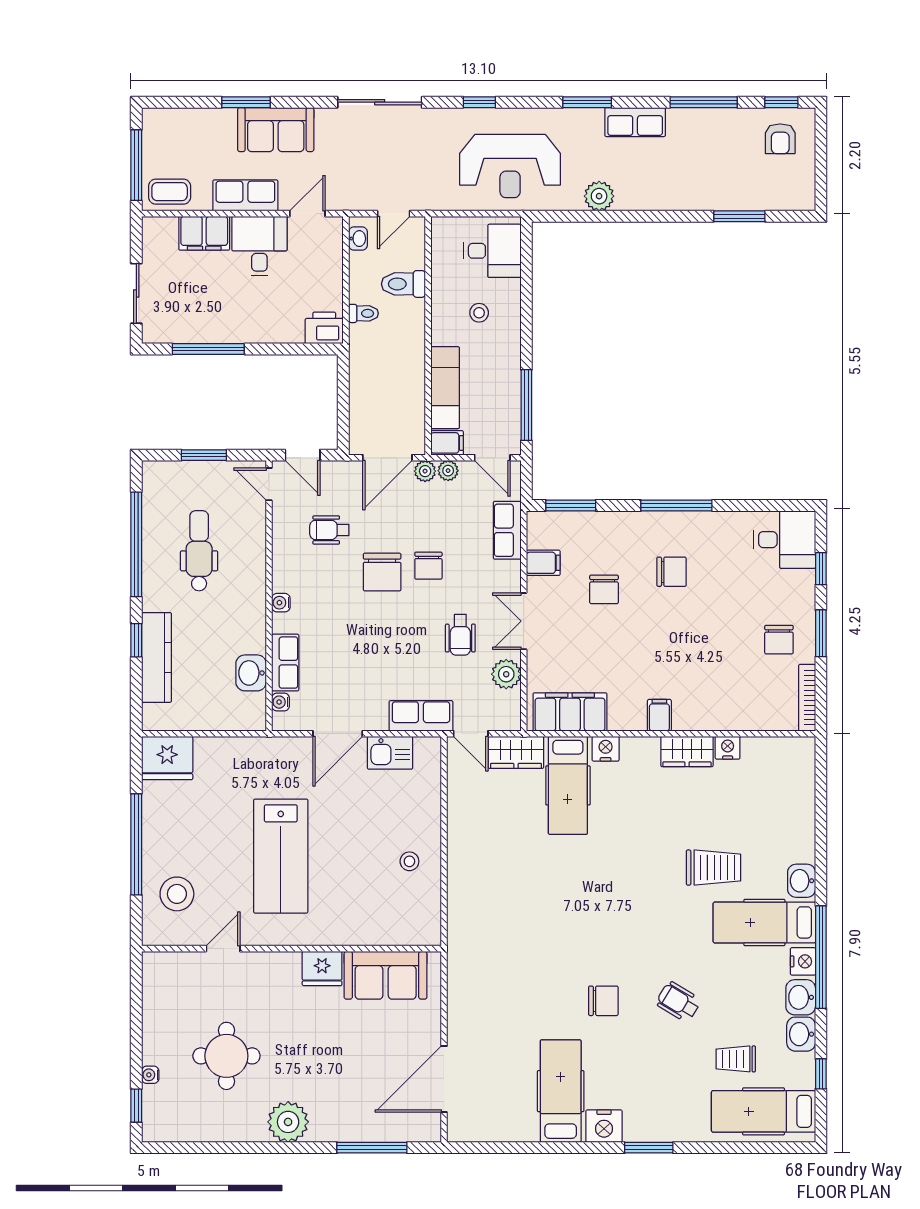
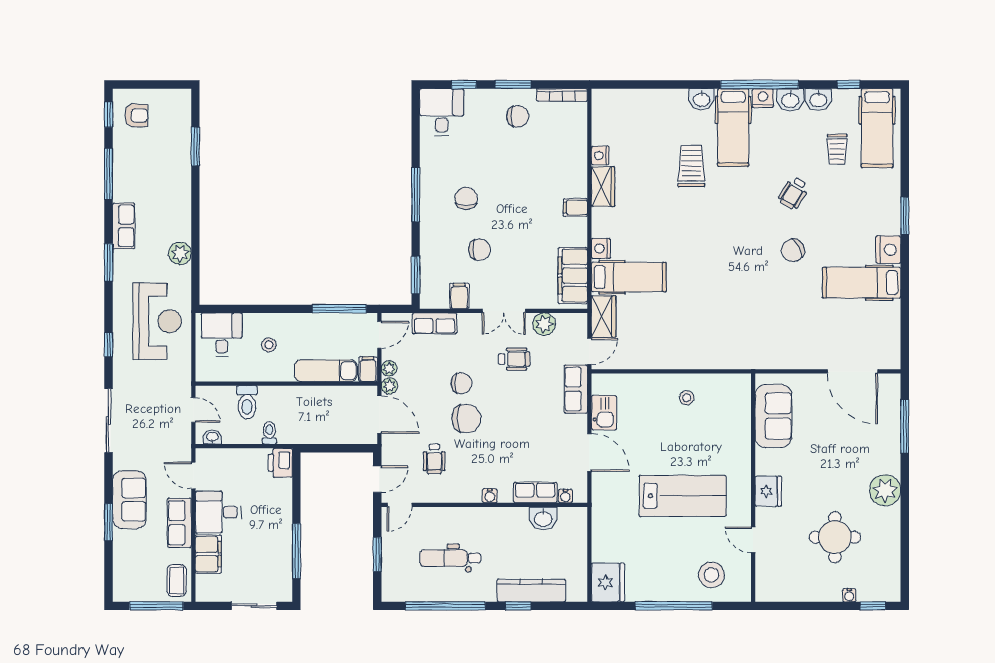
fridge: (322, 968) -> (768, 491), moved
chair: (603, 1001) -> (793, 250), turned -119

